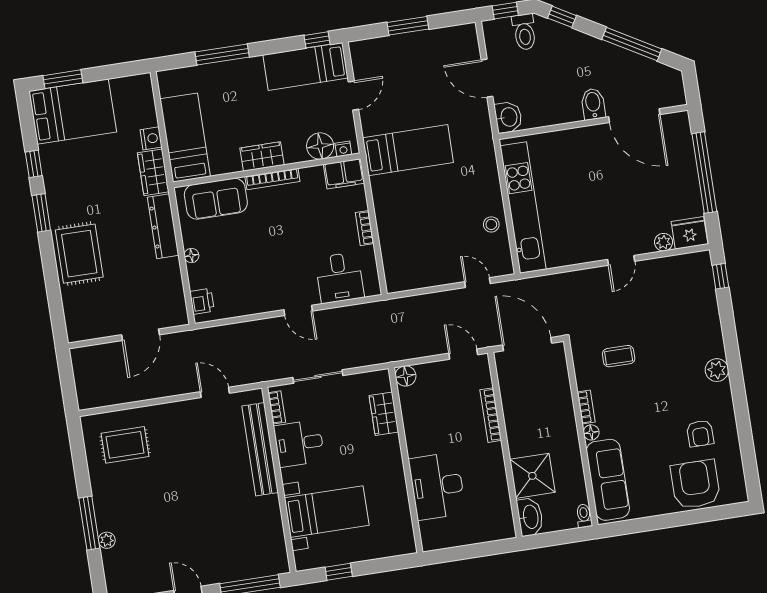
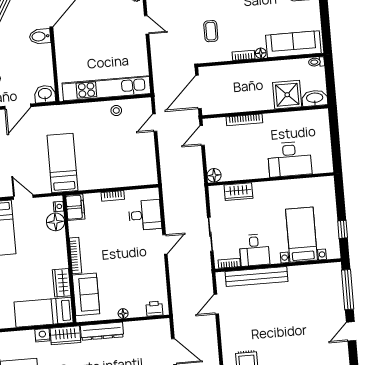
wardrobe: (262, 157) -> (62, 283), moved

